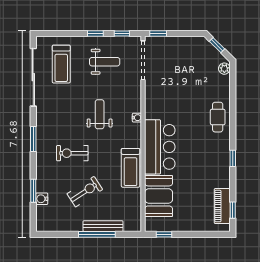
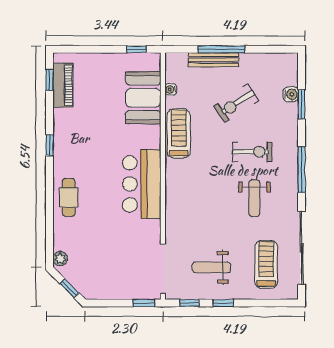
weight bench: (100, 114) -> (254, 198), moved
water cooler: (137, 118) -> (171, 89), moved
window: (33, 139) -> (302, 170), width x1.44
bar counter: (160, 147) -> (142, 184), moved

